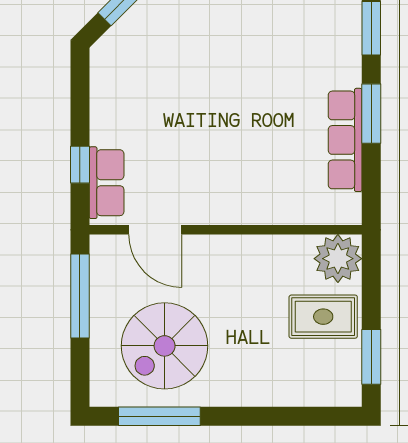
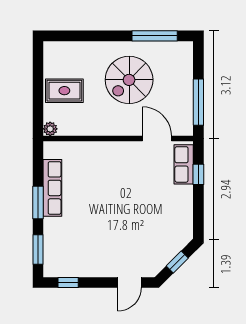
plant: (338, 259) -> (50, 129), width x0.53, depth x0.53
spiral stairs: (165, 346) -> (129, 80), moved, turned 180
window: (371, 357) -> (38, 68), removed

